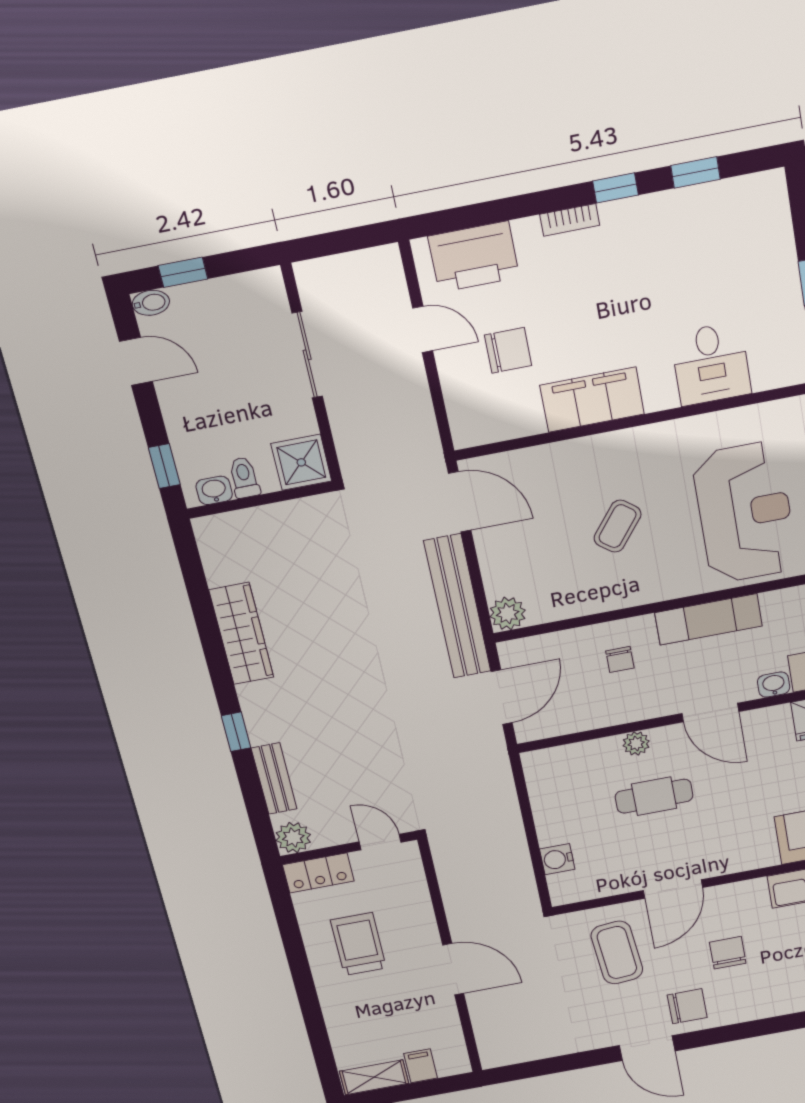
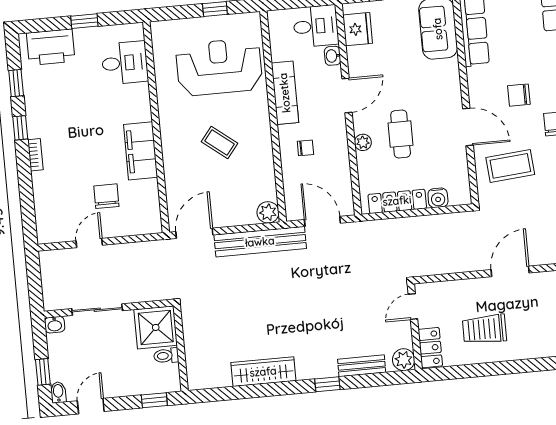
printer: (474, 257) -> (51, 47), moved, turned 90
desk: (711, 364) -> (125, 63), moved
shower: (301, 462) -> (156, 327), width x1.36, depth x1.36
washbasin: (214, 490) -> (55, 325), moved, turned -90
locker: (546, 803) -> (397, 201), added

